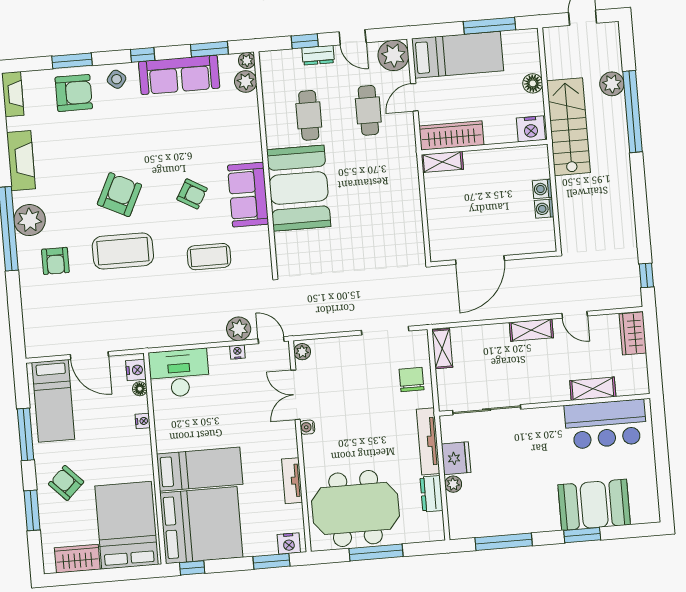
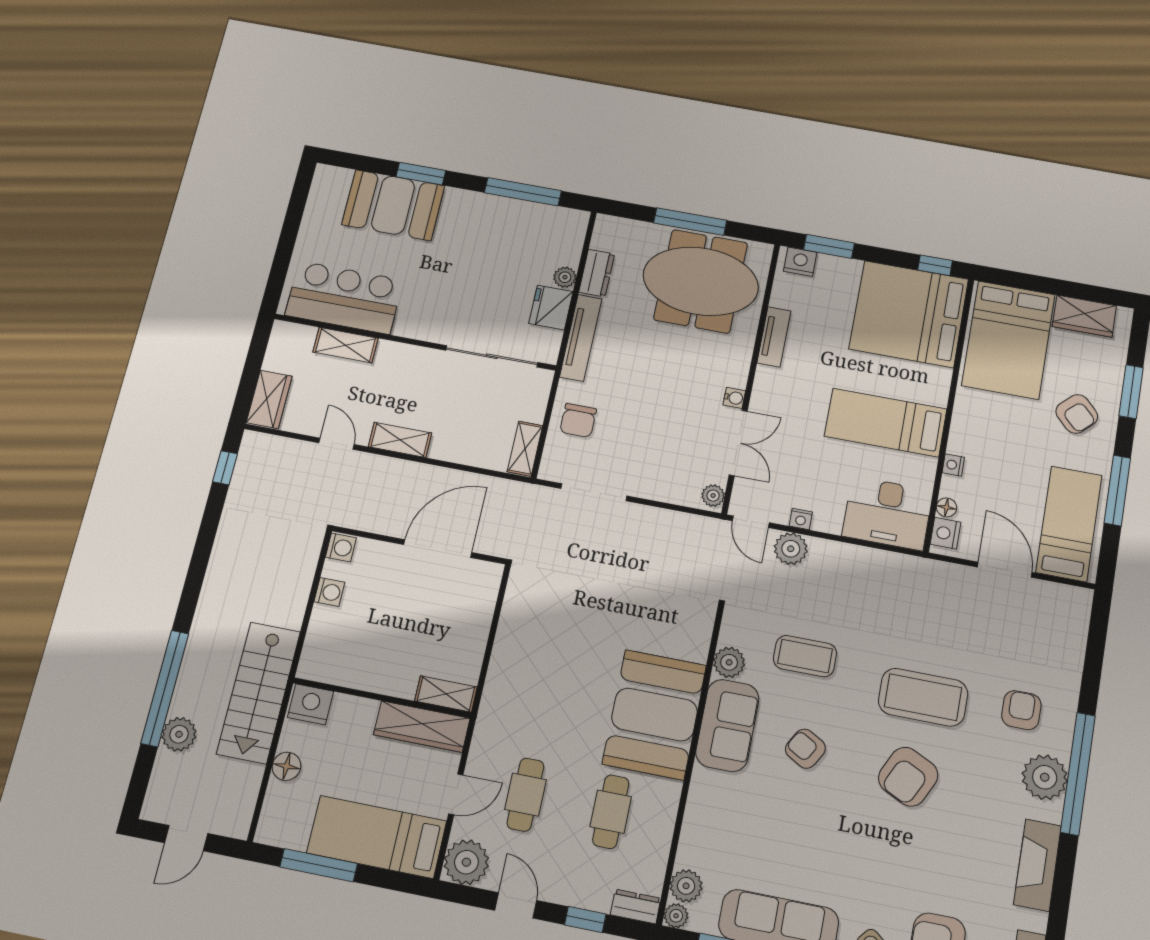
dresser: (318, 55) -> (636, 907), moved
washing machine: (542, 189) -> (341, 547), moved
plant: (259, 238) -> (729, 662), added
bed: (200, 469) -> (886, 423), moved

